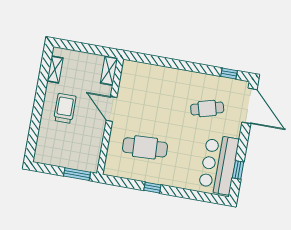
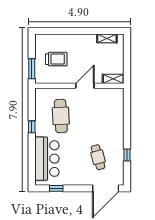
window: (229, 73) -> (127, 155), moved
trolley: (65, 108) -> (56, 59), moved
bar counter: (219, 164) -> (47, 159), moved, turned 90

